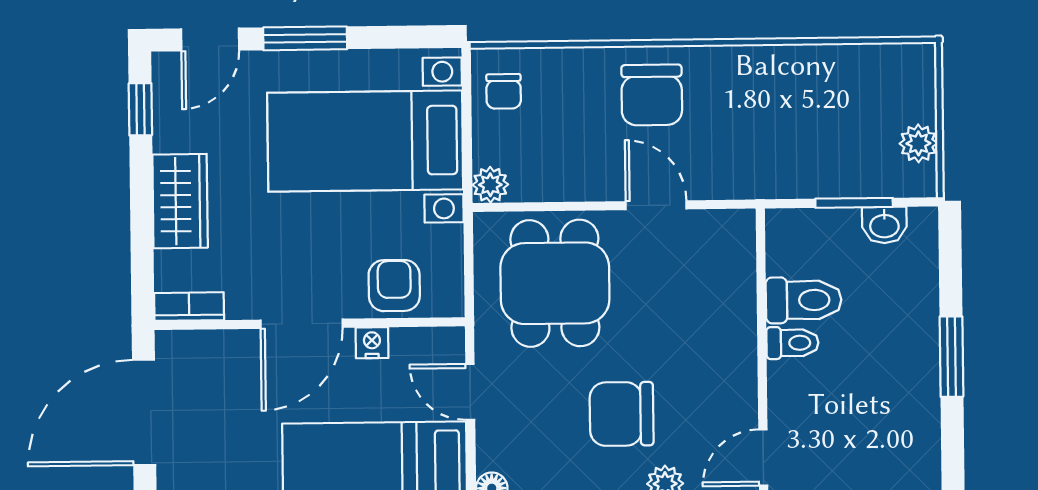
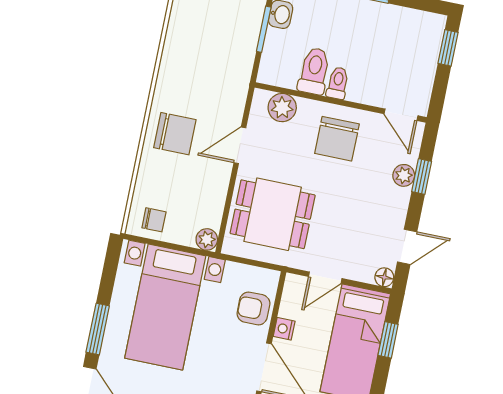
plant: (733, 261) -> (282, 108), added
chair: (622, 414) -> (337, 139), moved

